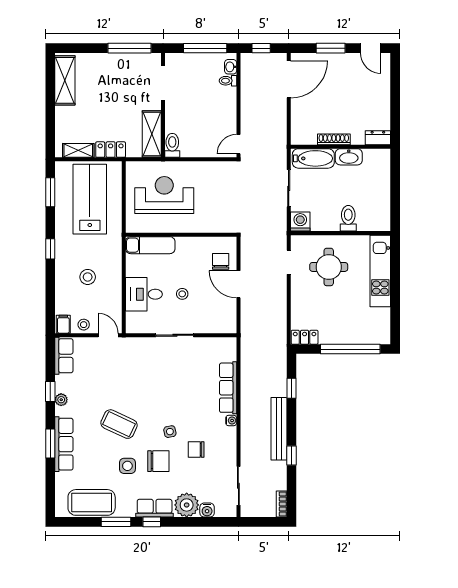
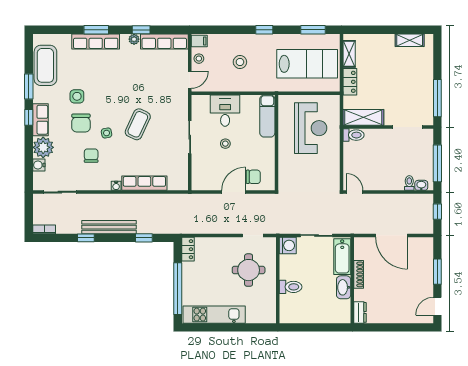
door: (289, 79) -> (392, 235), moved
shelving: (65, 80) -> (410, 40), width x0.67, depth x0.75
kitchen unit: (380, 271) -> (214, 315), moved
row of seats: (64, 356) -> (164, 42), width x1.48
coffee table: (119, 424) -> (138, 124), moved

